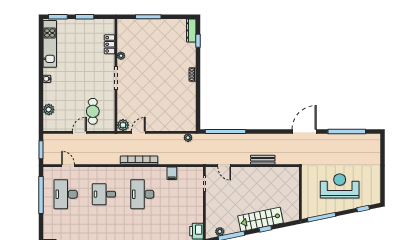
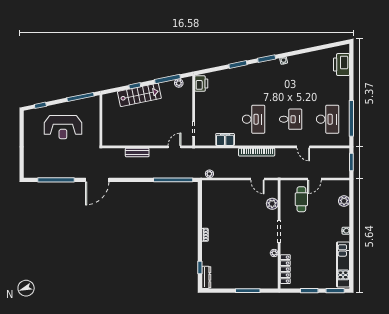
locker: (109, 44) -> (285, 269), width x1.53
plant: (123, 125) -> (272, 204), moved
door: (138, 132) -> (257, 179), hinge flipped
door: (68, 166) -> (303, 147), moved
door: (224, 166) -> (174, 147), hinge flipped
filing cabinet: (172, 173) -> (225, 139), width x2.00

